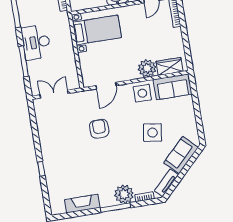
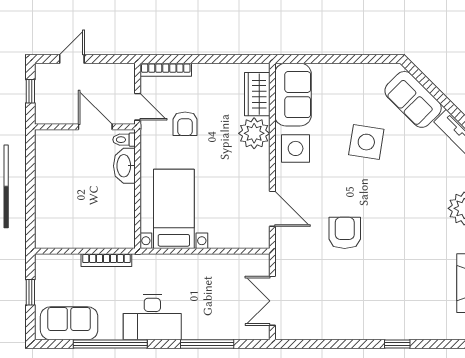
armchair: (146, 28) -> (185, 124), added
desk: (36, 42) -> (152, 317), moved
armchair: (99, 129) -> (345, 233), turned 90

